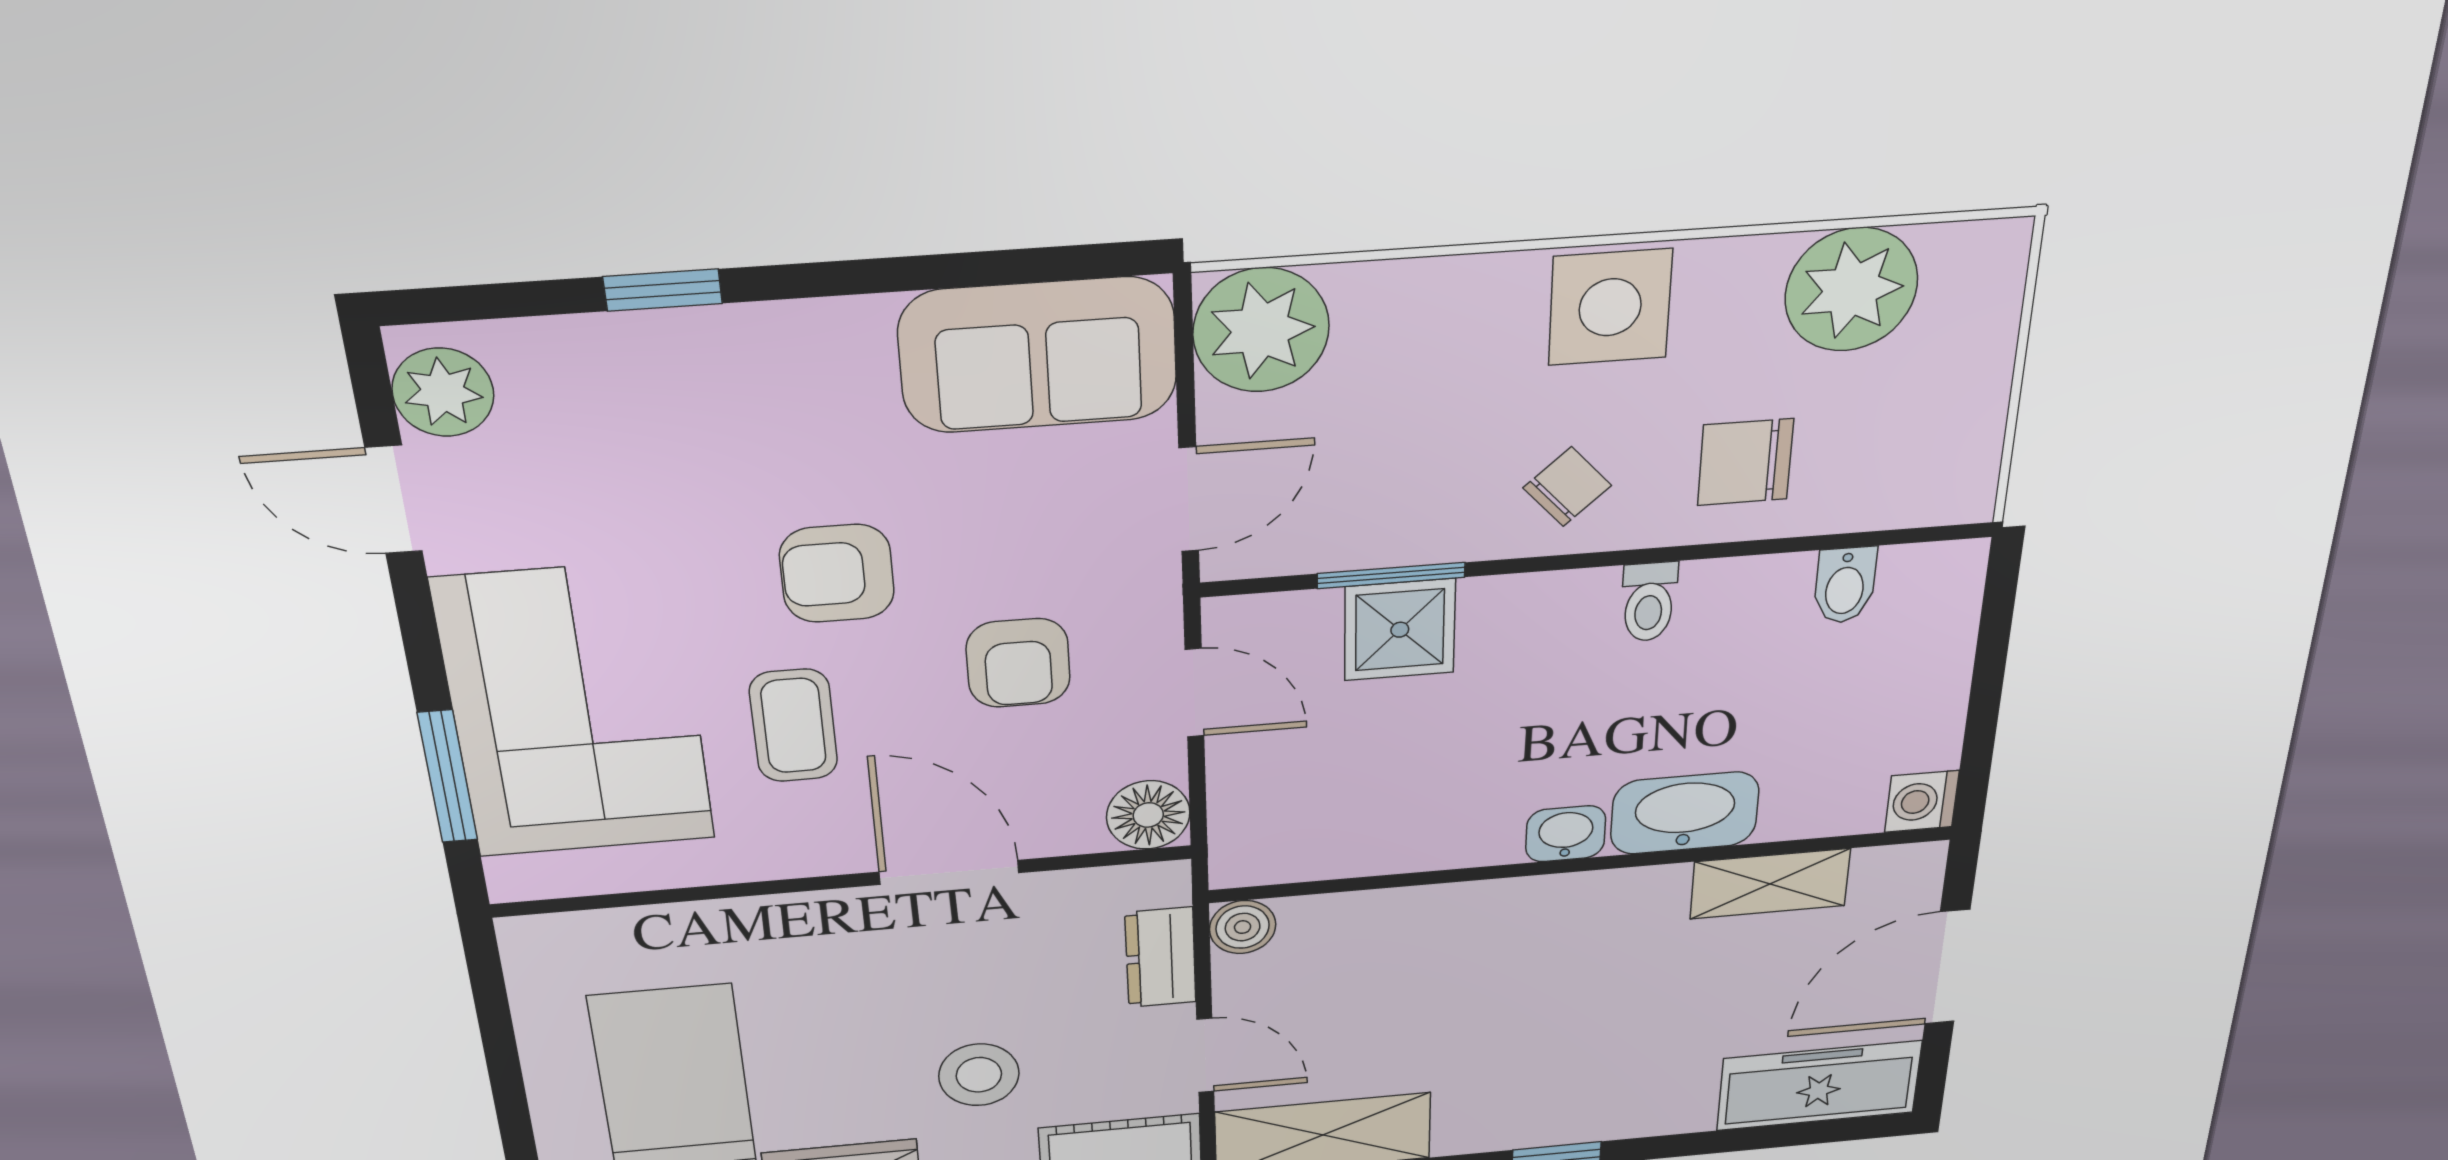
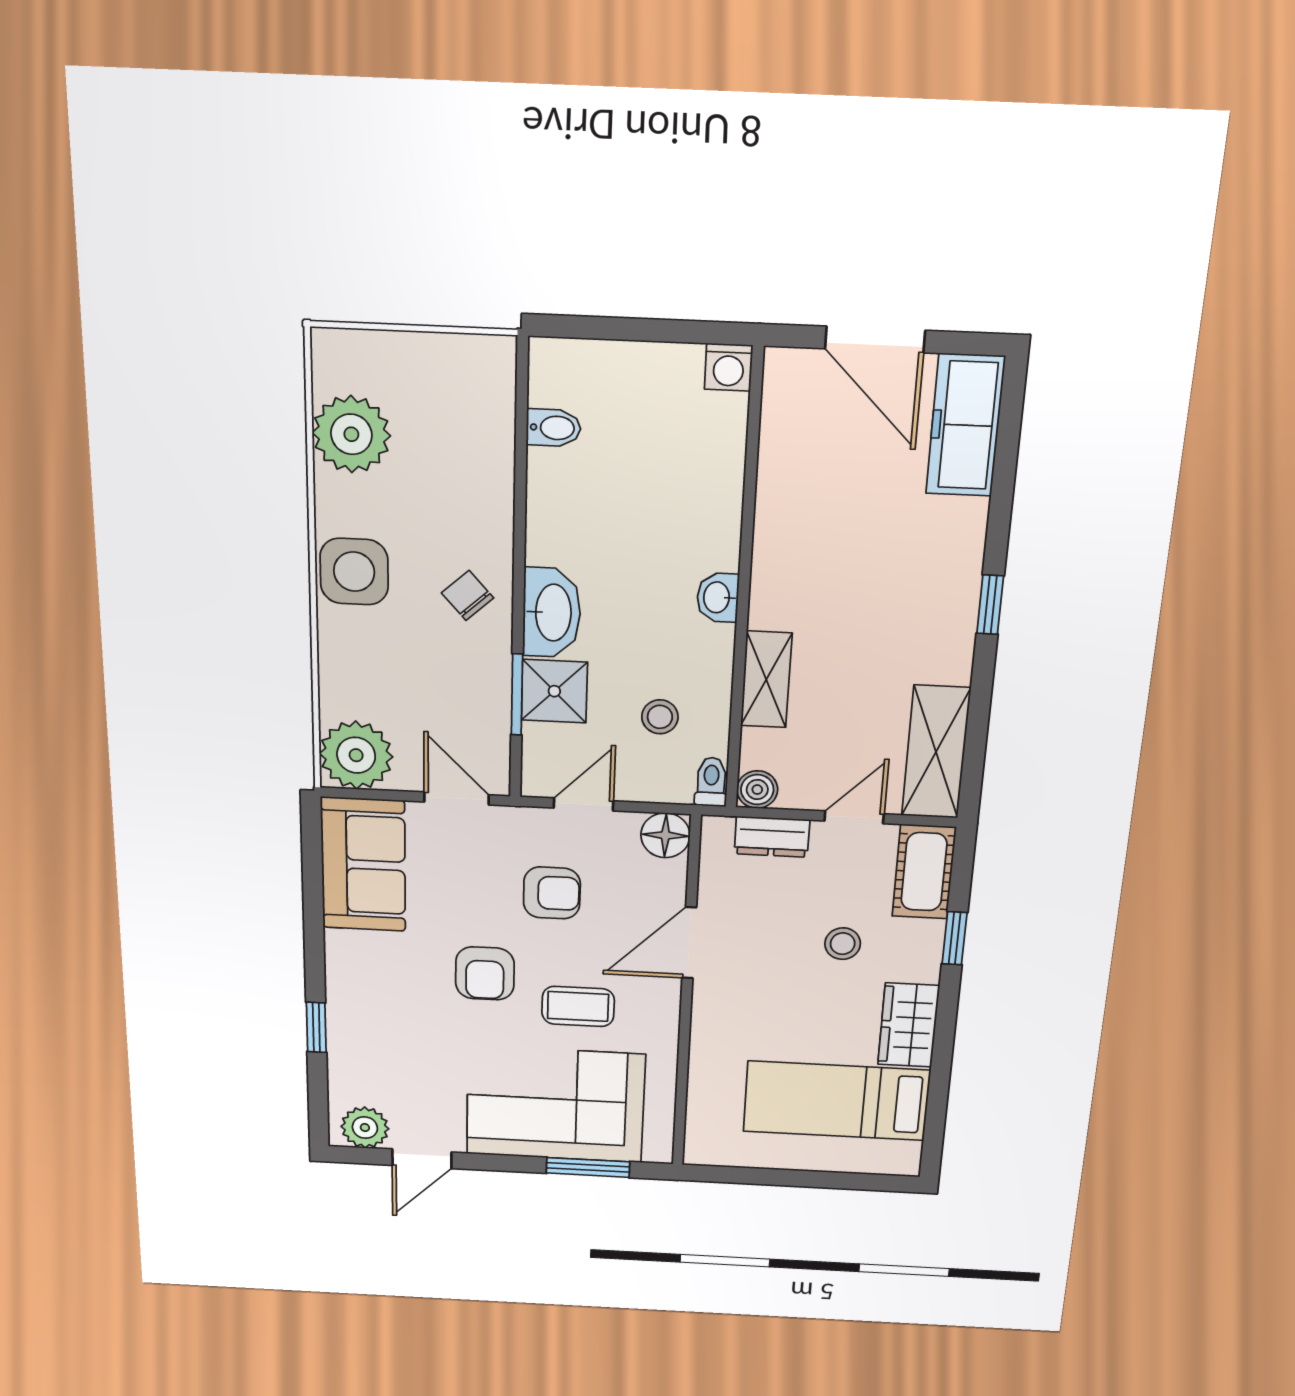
chair: (1745, 462) -> (461, 492), removed
toilet: (1649, 602) -> (711, 782), moved, turned -90
stool: (1361, 782) -> (660, 717), added
washbasin: (1685, 813) -> (552, 613), moved, turned 180
shelving: (1770, 884) -> (766, 680), moved
stool: (979, 1075) -> (843, 944), width x0.73, depth x0.73

